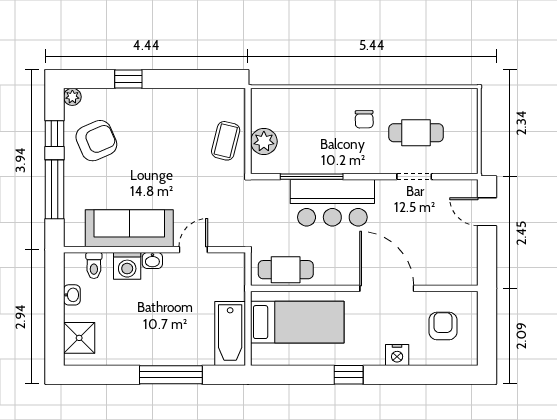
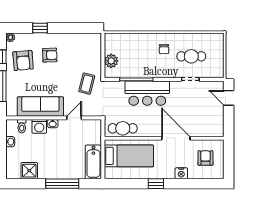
armchair: (147, 130) -> (50, 55), added
armchair: (96, 141) -> (23, 60), turned 108
coffee table: (226, 141) -> (87, 84), moved
shower: (79, 338) -> (29, 171), moved

